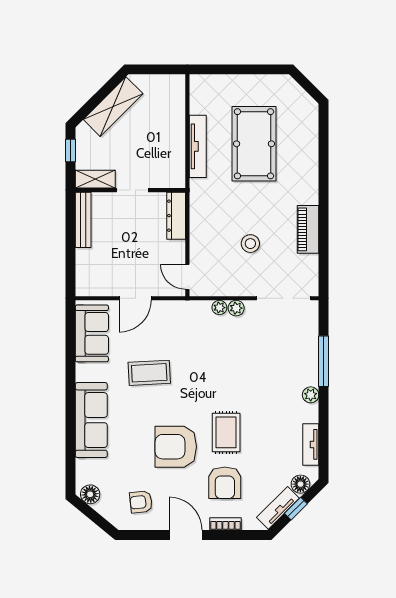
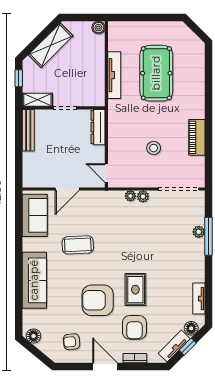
boiler: (177, 83) -> (98, 28), added
plant: (311, 395) -> (199, 232), moved

